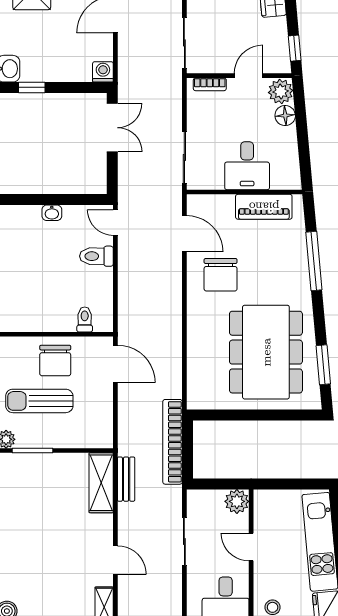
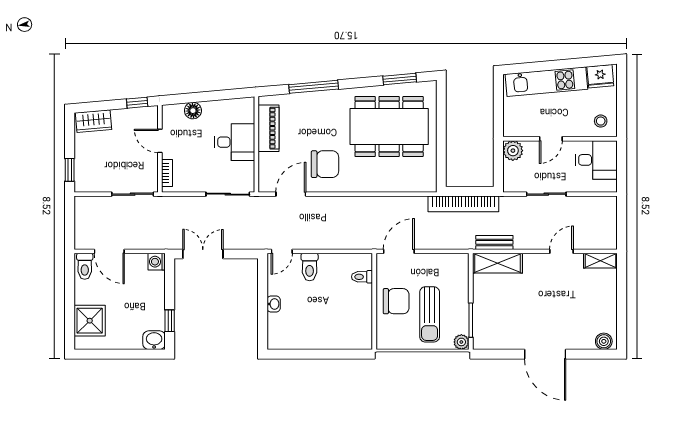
plant: (281, 92) -> (173, 114), removed

